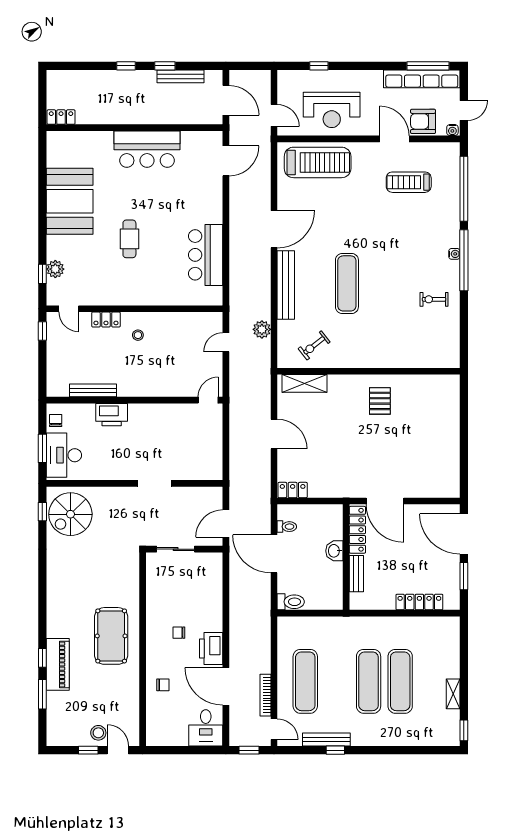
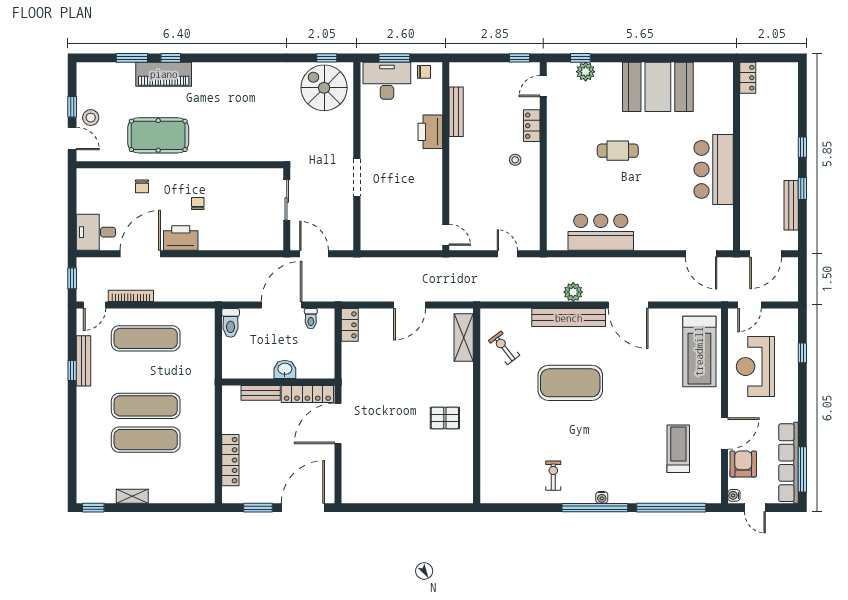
exercise mat: (347, 283) -> (570, 383), width x1.47
plant: (262, 329) -> (573, 292), moved
pool table: (111, 636) -> (158, 135), moved
door: (118, 750) -> (72, 138), hinge flipped

